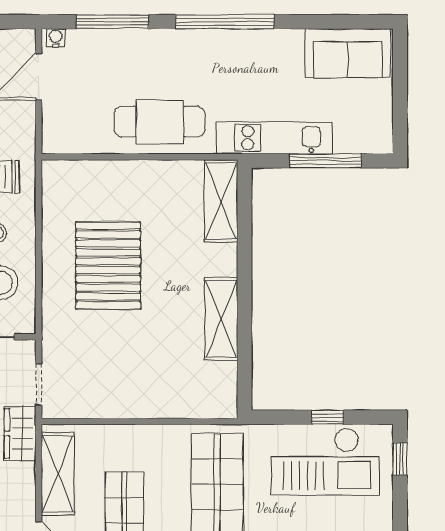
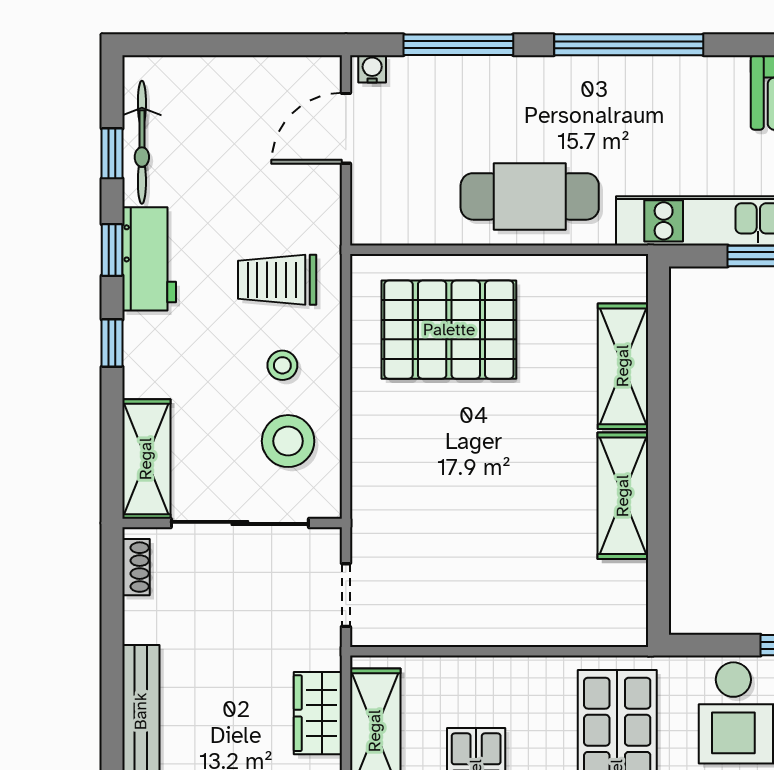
shelving: (221, 201) -> (623, 366), moved
pallet: (108, 266) -> (449, 330), moved, turned 90
wardrobe: (20, 433) -> (318, 713), moved

